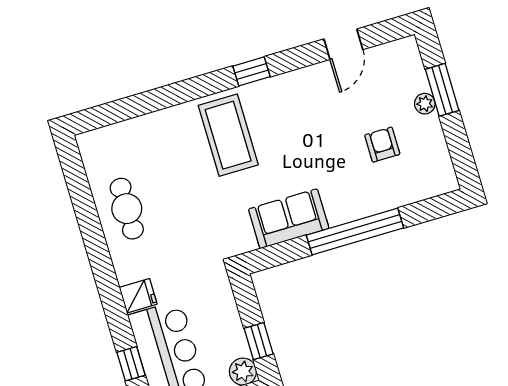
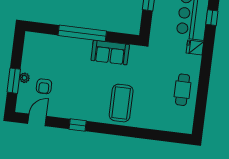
door: (343, 44) -> (37, 120), moved
window: (251, 71) -> (78, 125), moved
armchair: (382, 145) -> (44, 86), moved

